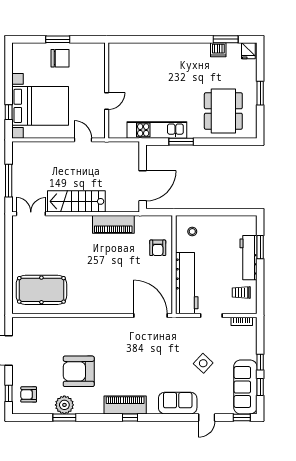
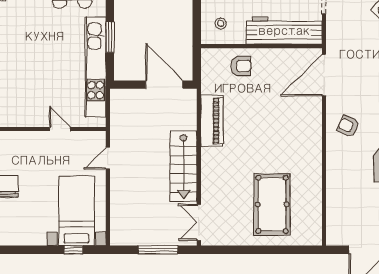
bed with nightstands: (40, 106) -> (76, 211), width x0.73
kitchen unit: (157, 130) -> (96, 67), width x1.36
pool table: (41, 290) -> (272, 204), moved
armchair: (109, 335) -> (348, 126), added

